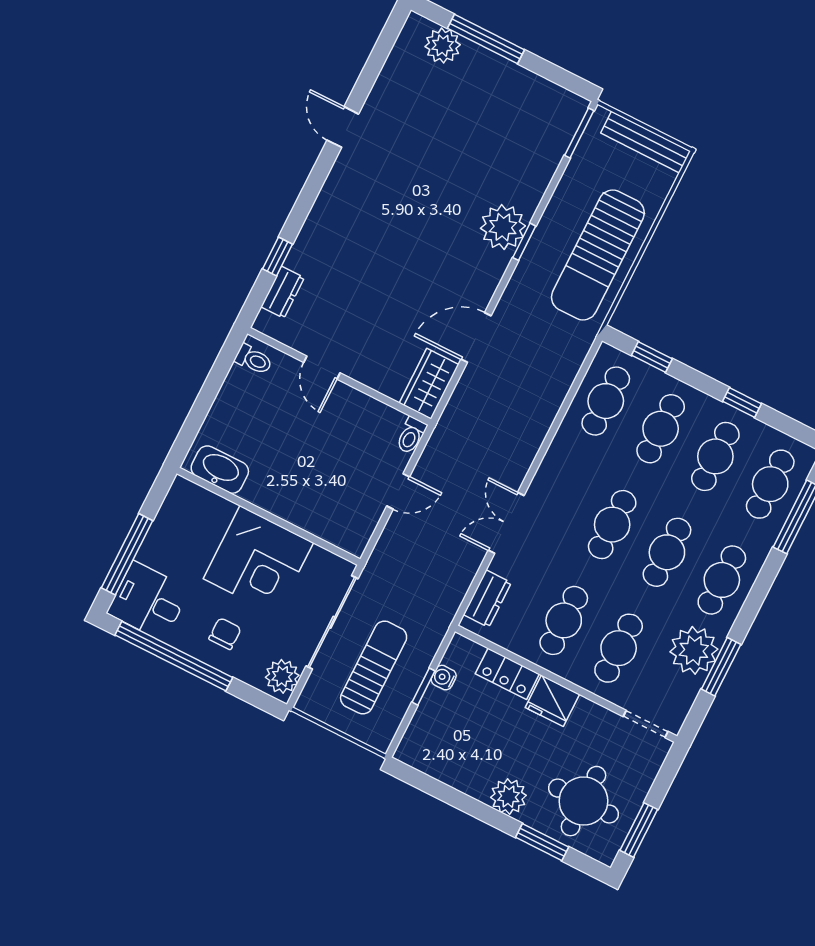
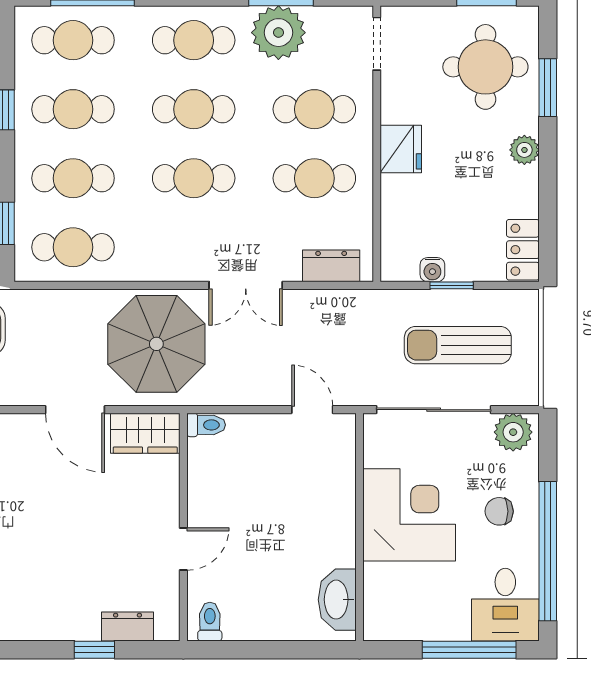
parasol: (495, 429) -> (156, 344), added
door: (398, 491) -> (312, 410), moved
locker: (507, 674) -> (523, 250), moved, turned 180
plant: (509, 796) -> (524, 150), width x0.73, depth x0.73

